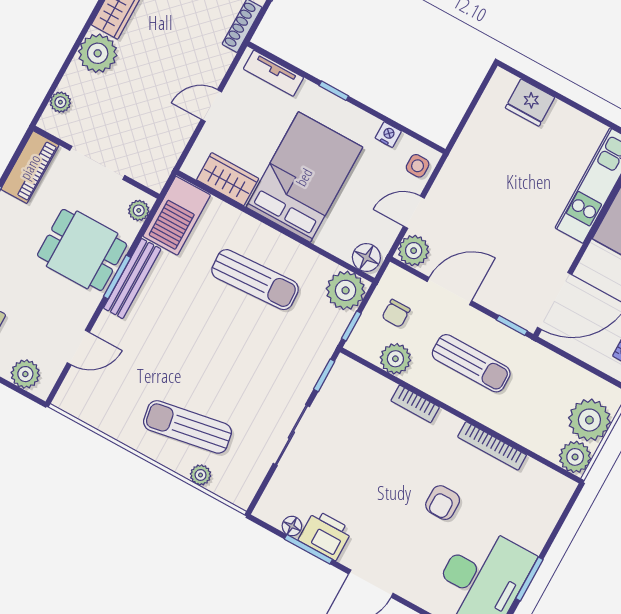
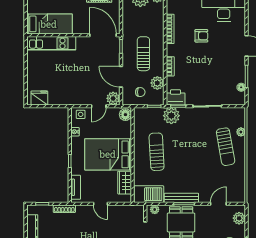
fridge: (530, 103) -> (39, 98), moved, turned -90
door: (414, 212) -> (99, 106), hinge flipped
plant: (346, 290) -> (171, 116), moved
door: (78, 348) -> (218, 204), hinge flipped
printer: (325, 535) -> (176, 97), moved, turned 90

